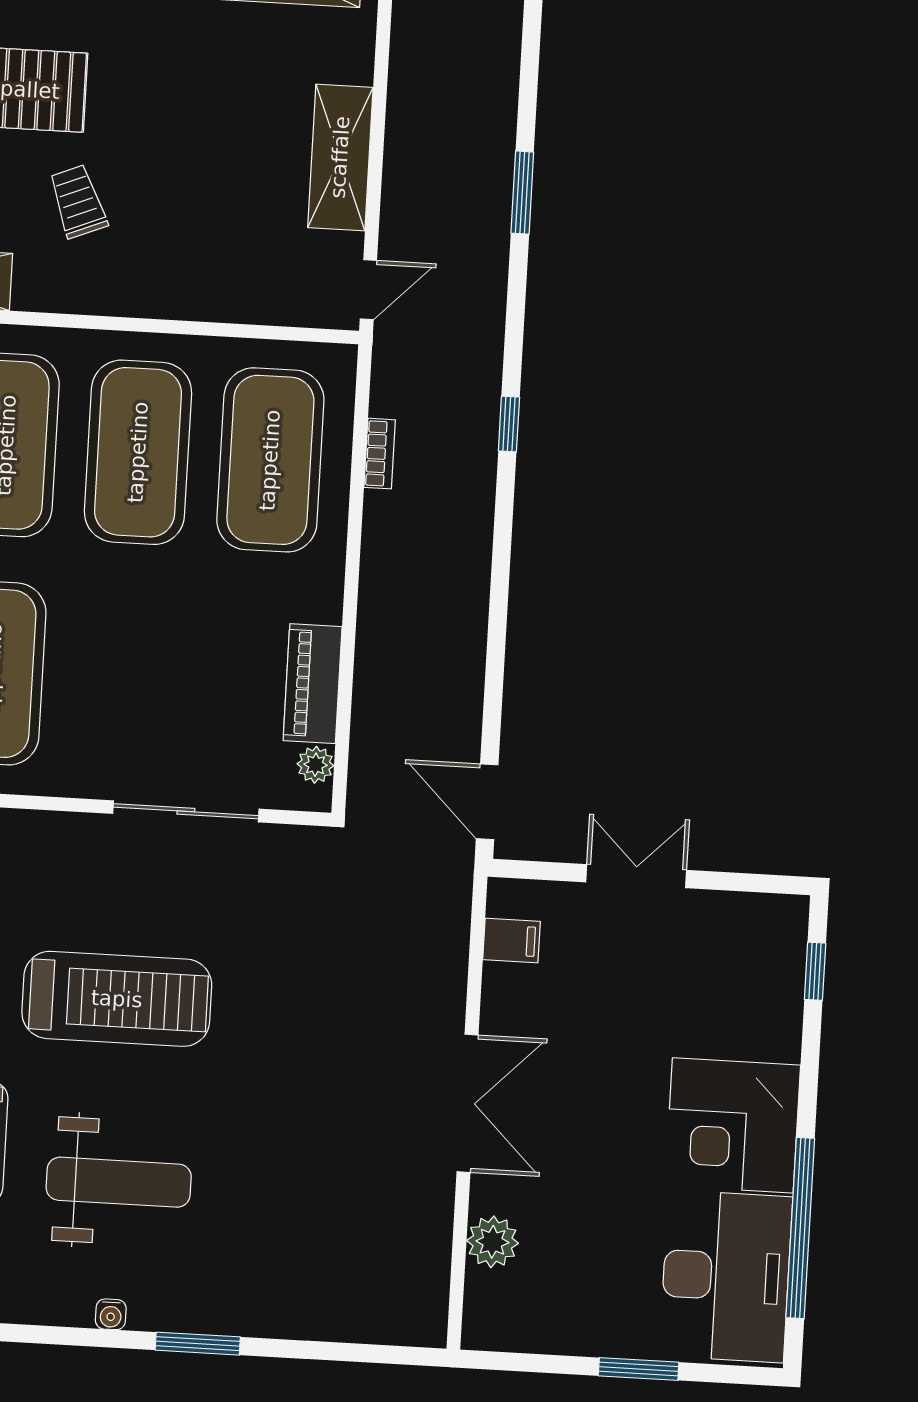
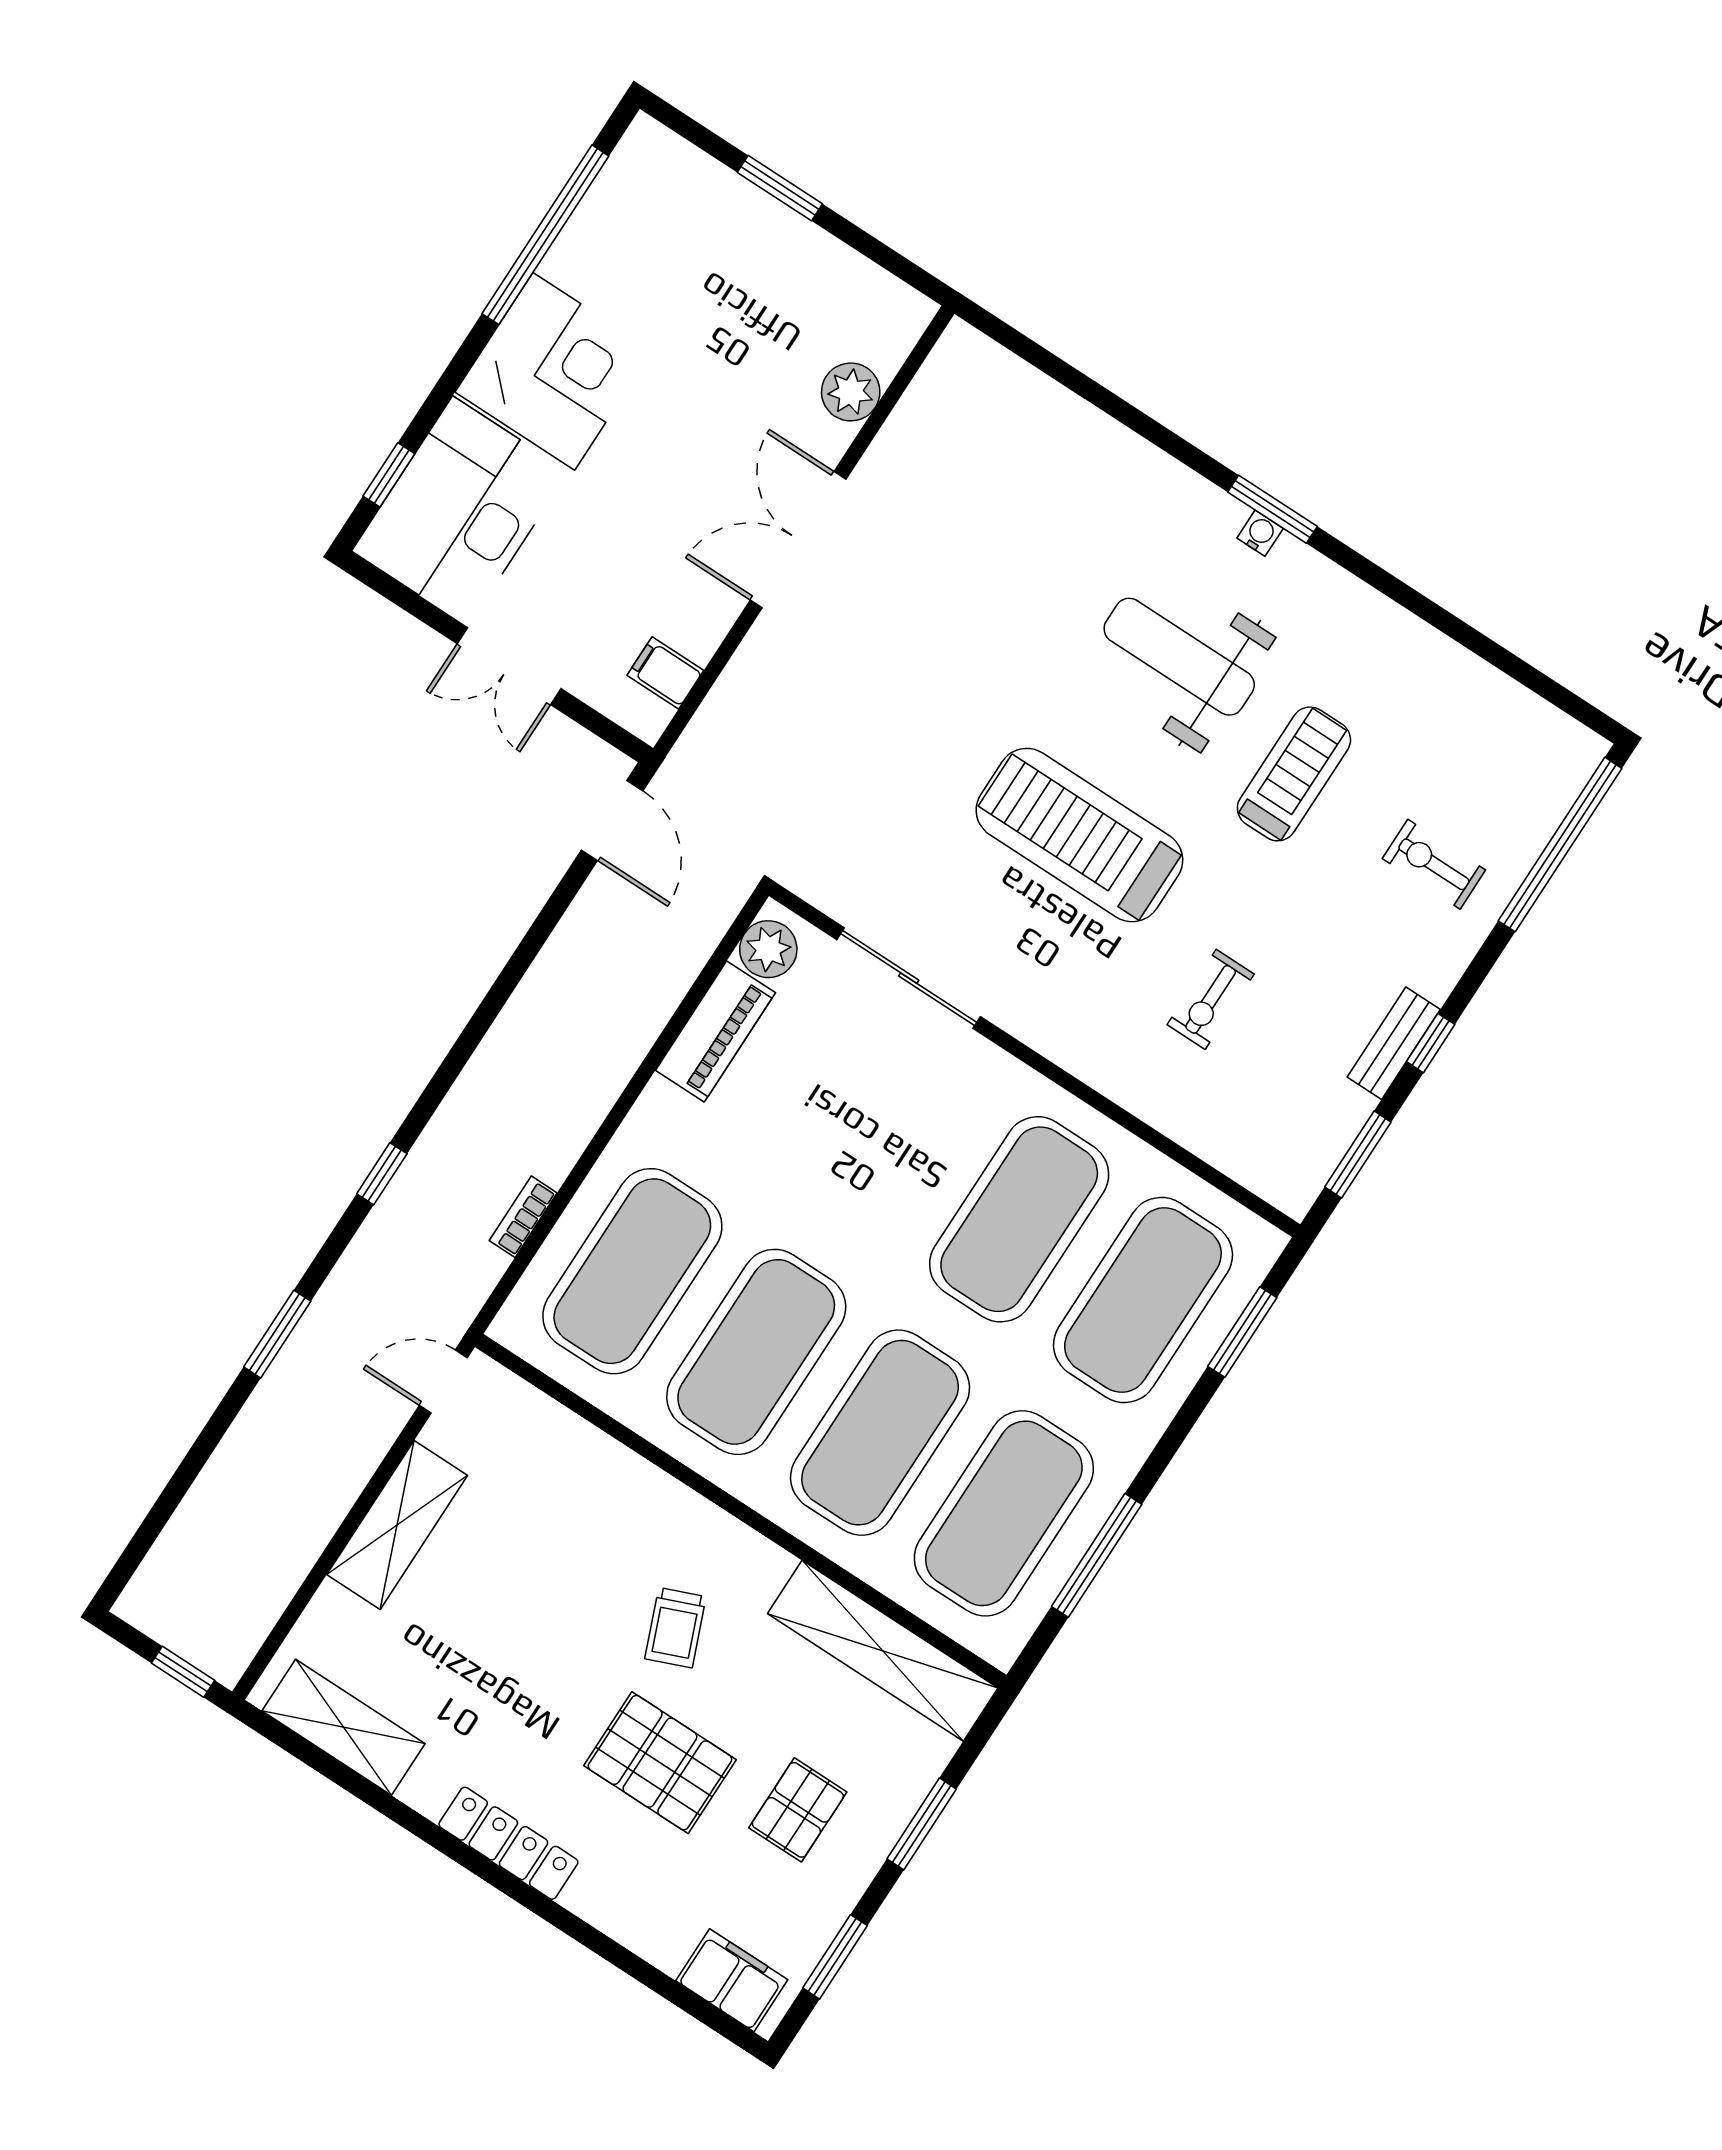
window: (522, 193) -> (277, 1334), moved
plant: (316, 765) -> (768, 949), width x1.38, depth x1.38
desk: (726, 1276) -> (460, 511), moved
window: (198, 1344) -> (1273, 509), moved

